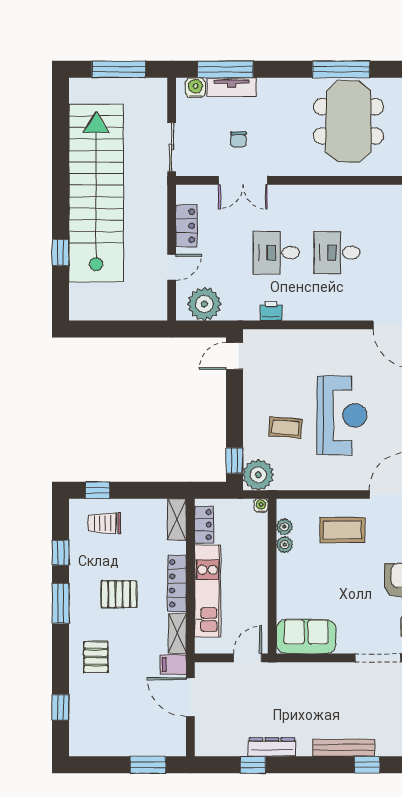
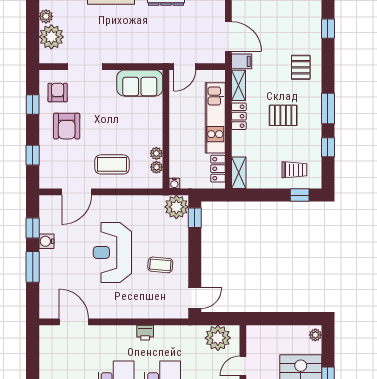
plant: (77, 308) -> (315, 335), added
printer: (271, 311) -> (145, 333), moved
coffee table: (285, 427) -> (160, 265), moved
locker: (177, 583) -> (239, 116), width x0.66

